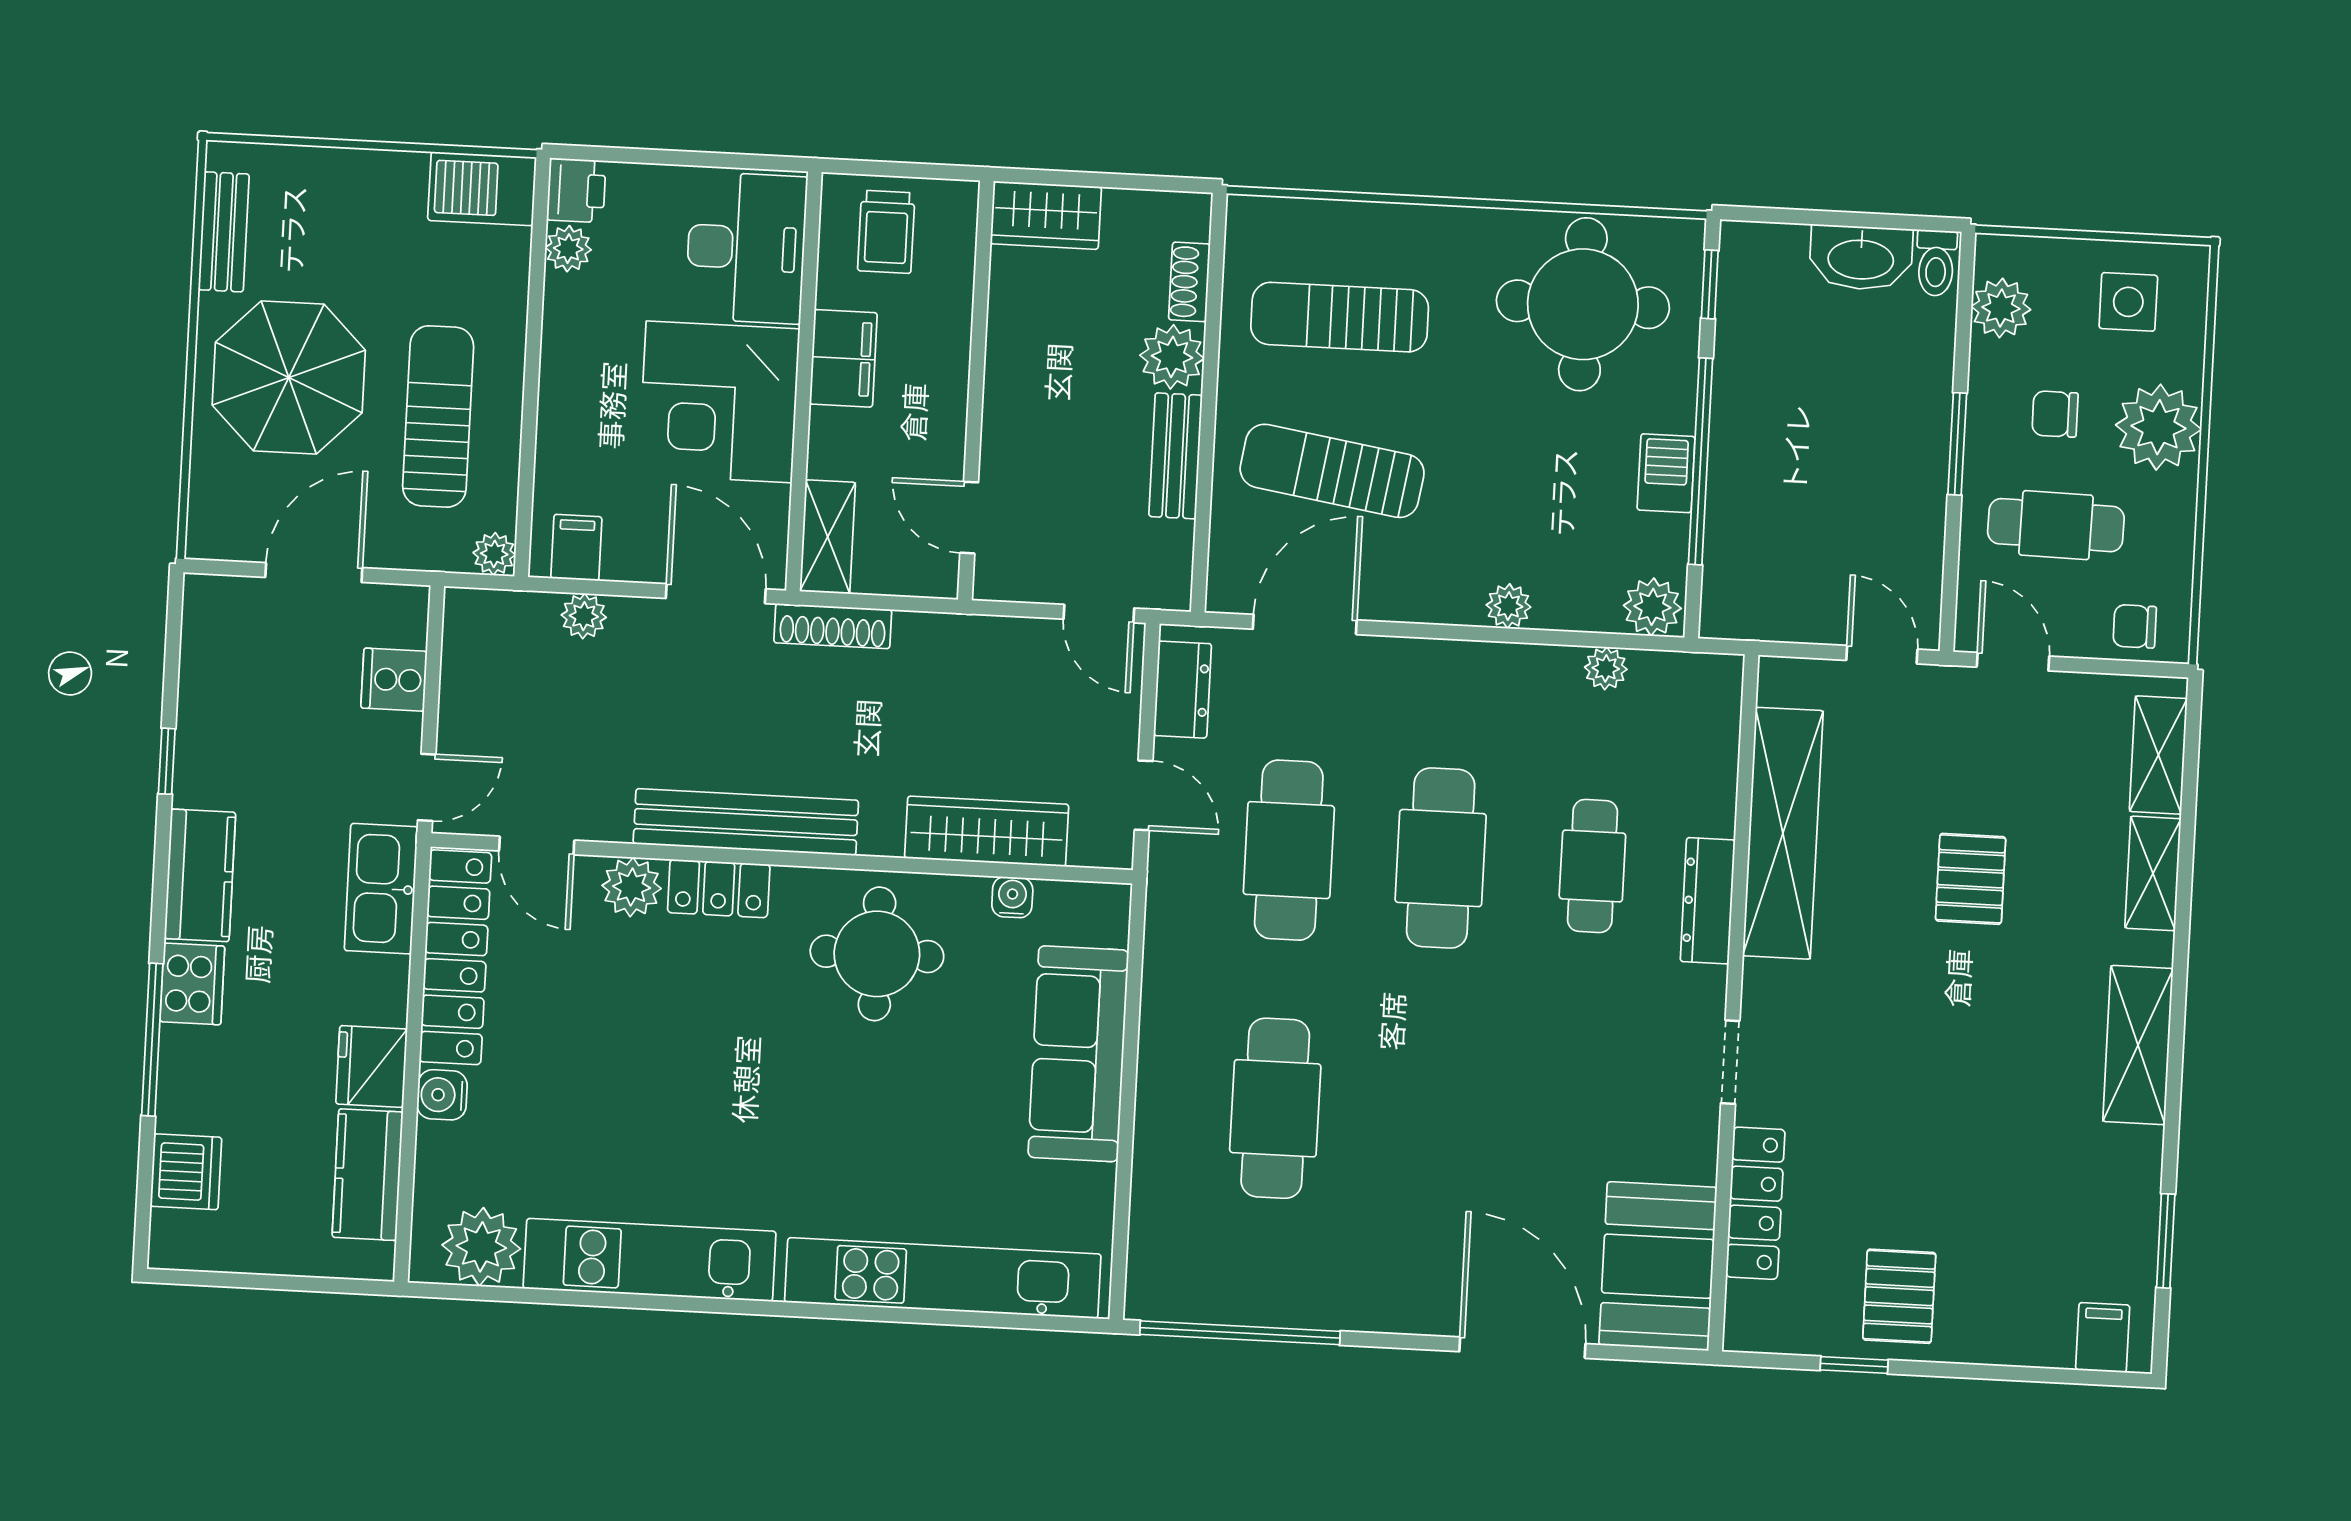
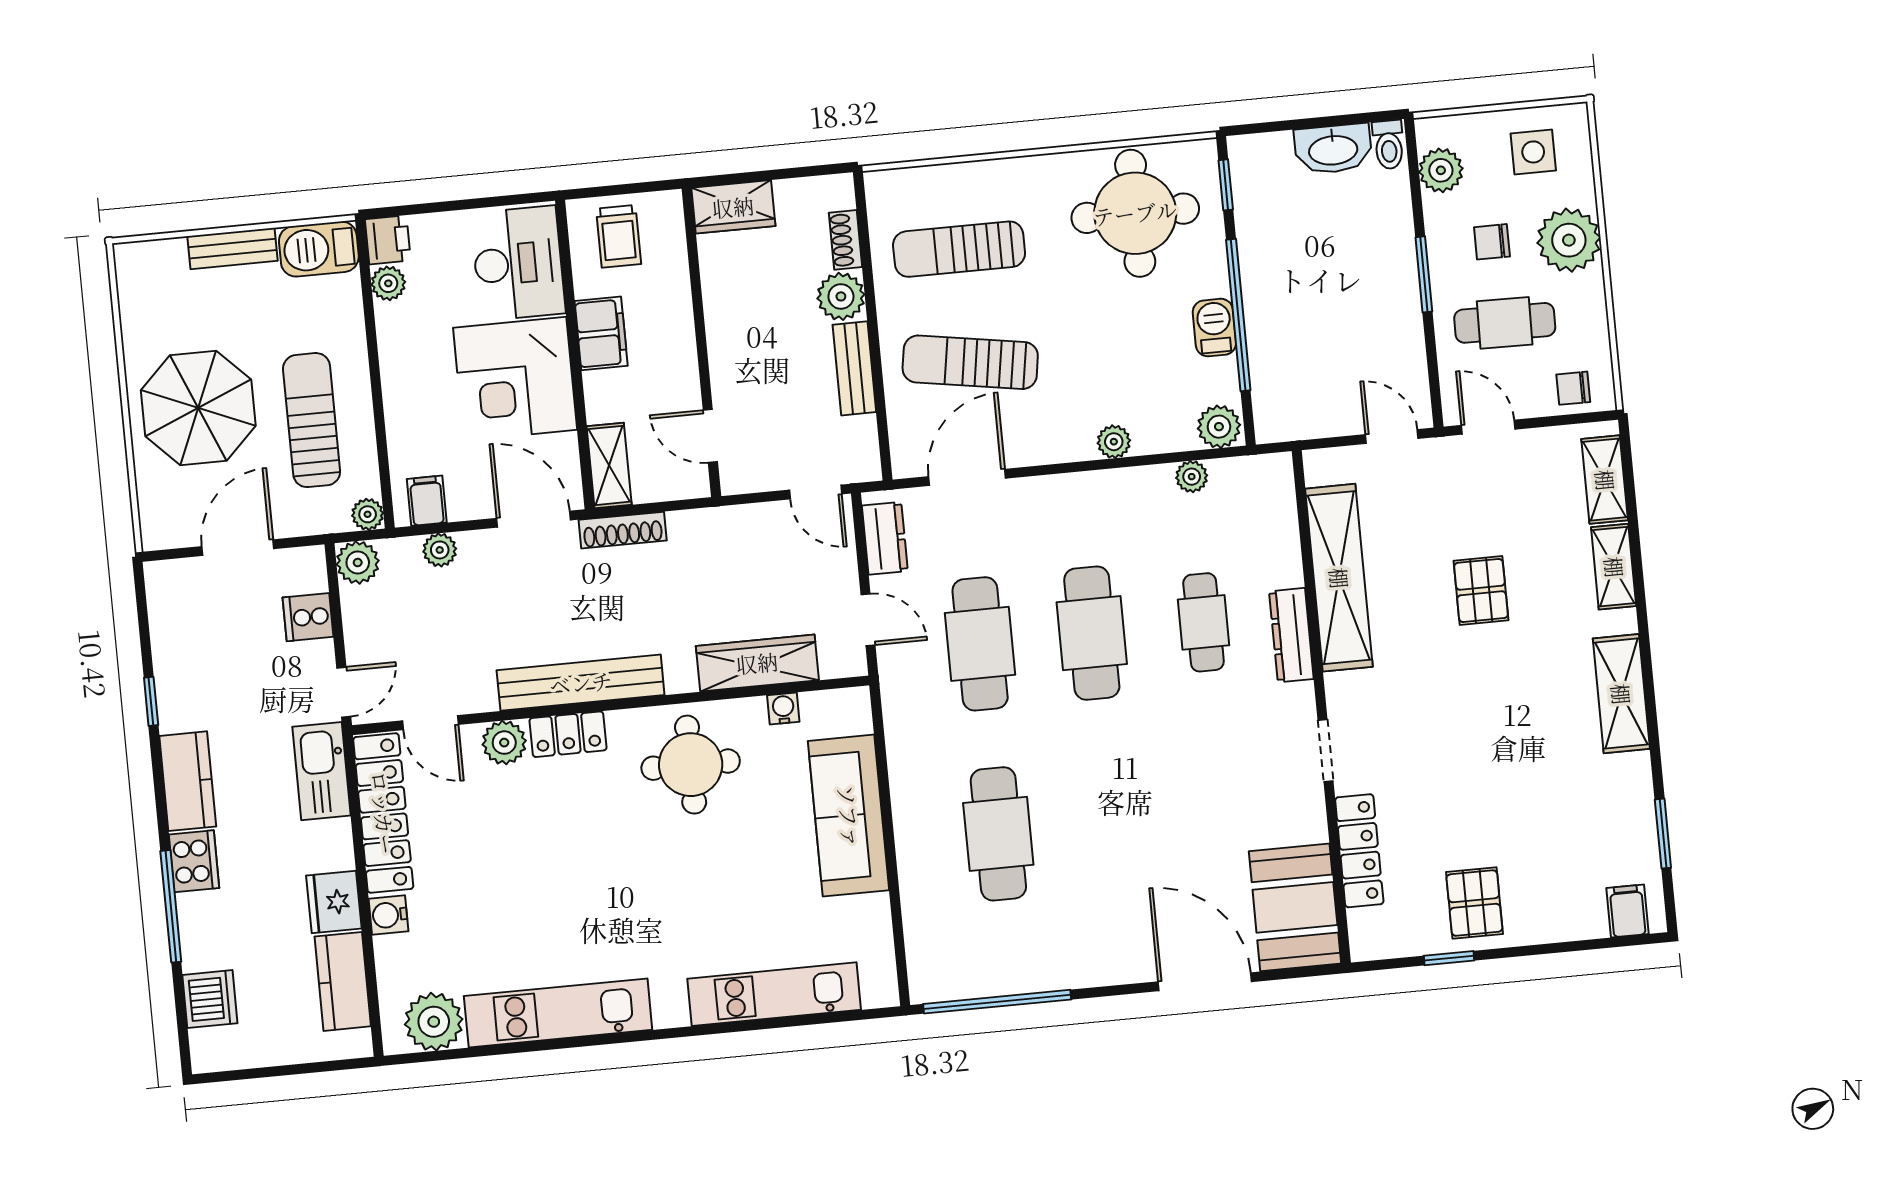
bench: (224, 232) -> (233, 249), moved, turned 90
plant: (471, 616) -> (358, 563), added
kitchen unit: (943, 1278) -> (774, 994), width x0.73

